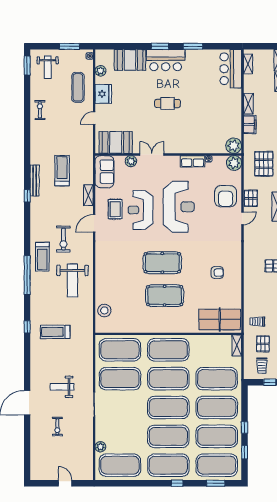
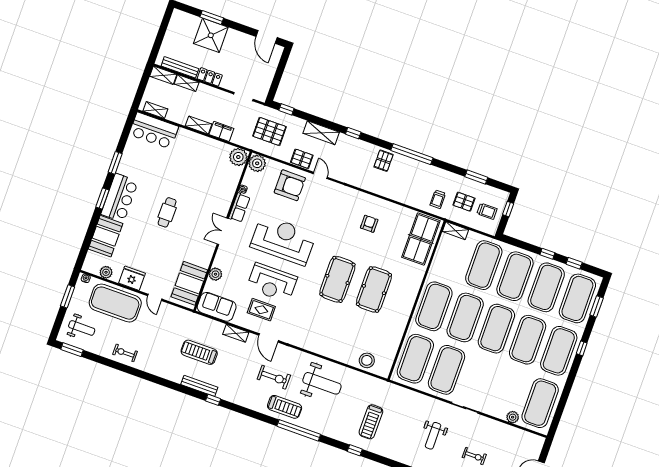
exercise mat: (78, 87) -> (115, 303), width x2.00, depth x1.45
double door: (152, 155) -> (223, 231), moved

